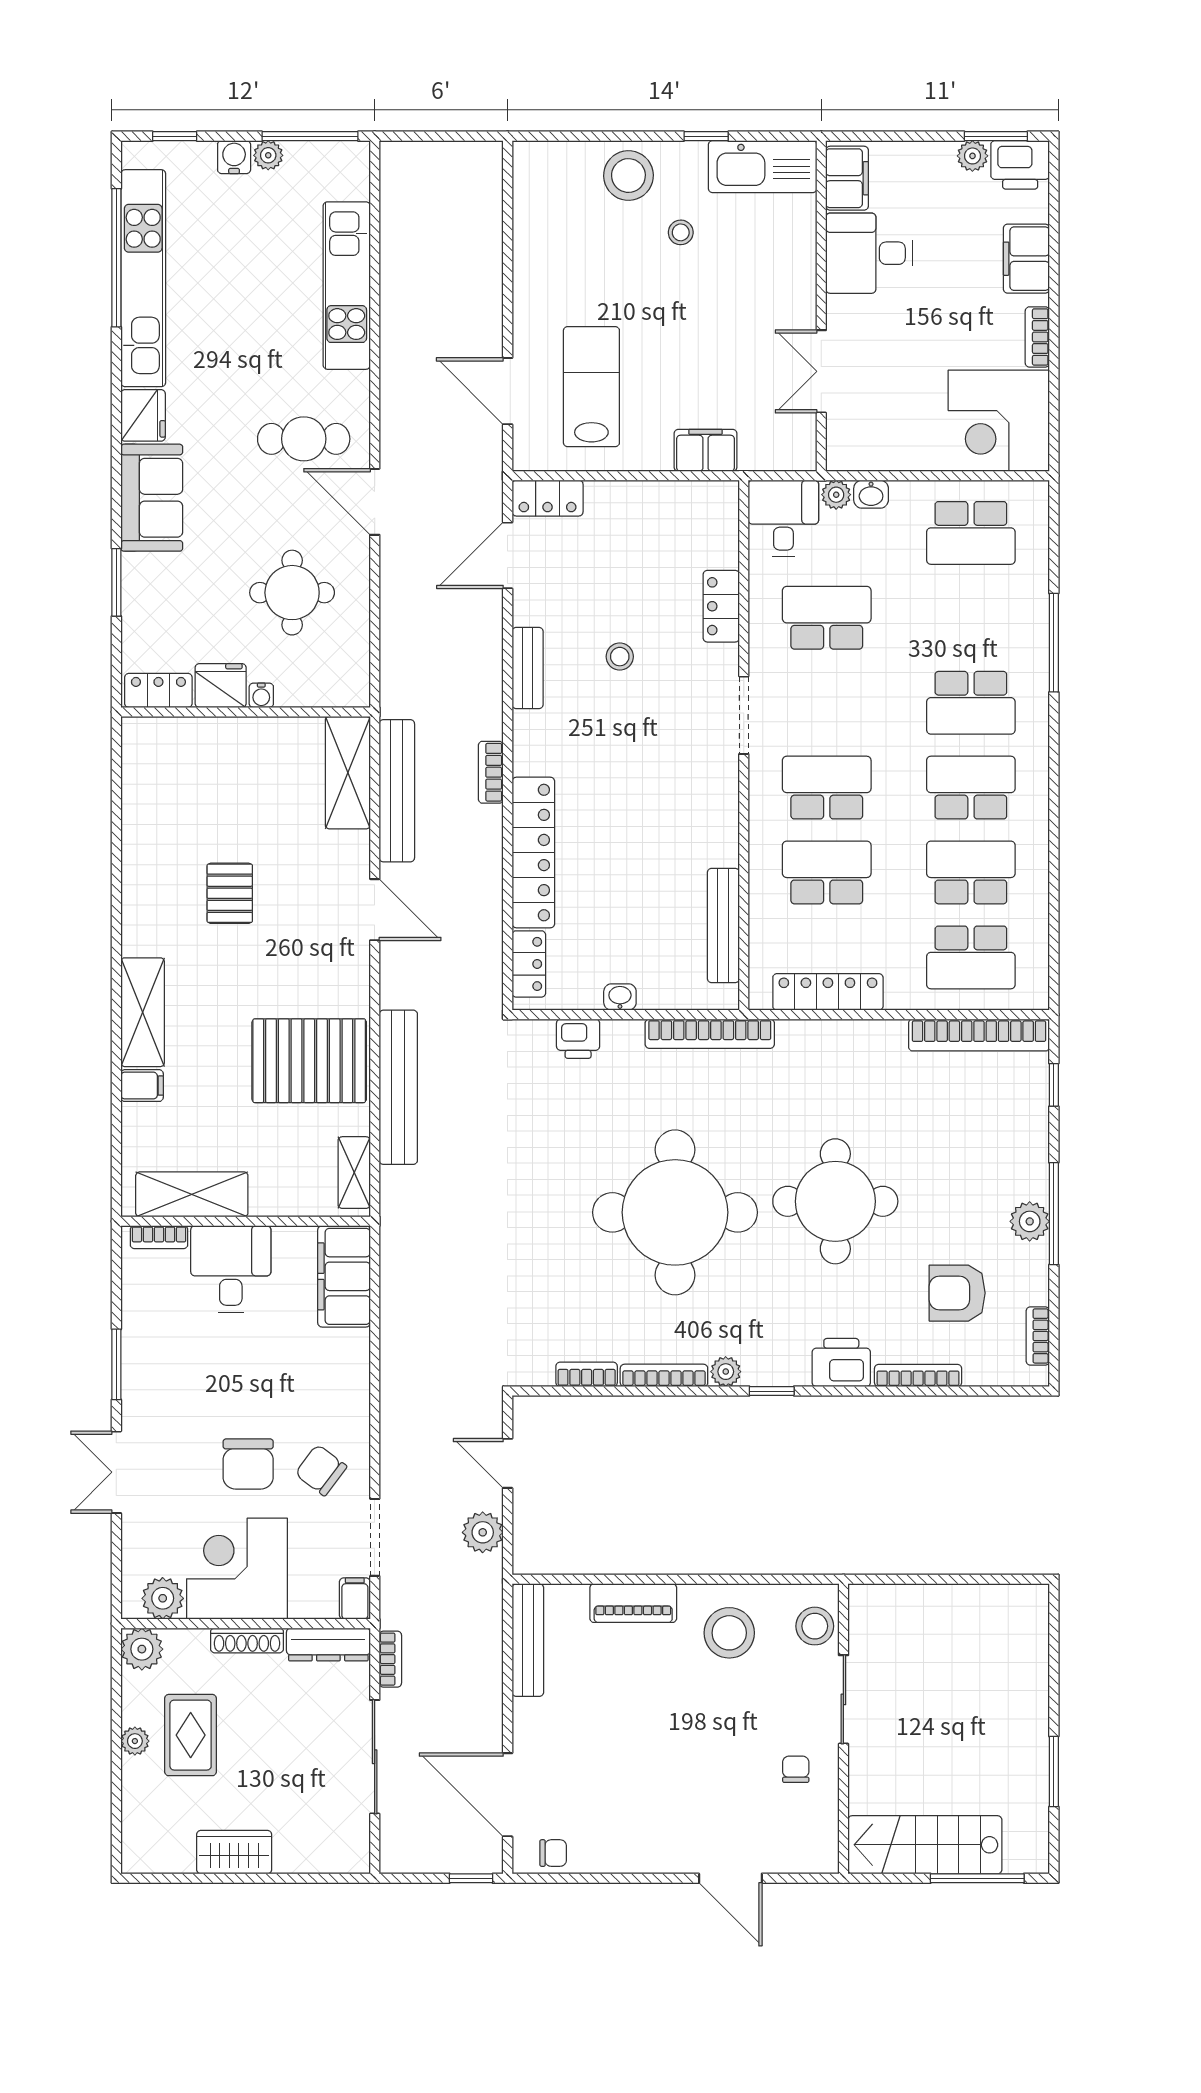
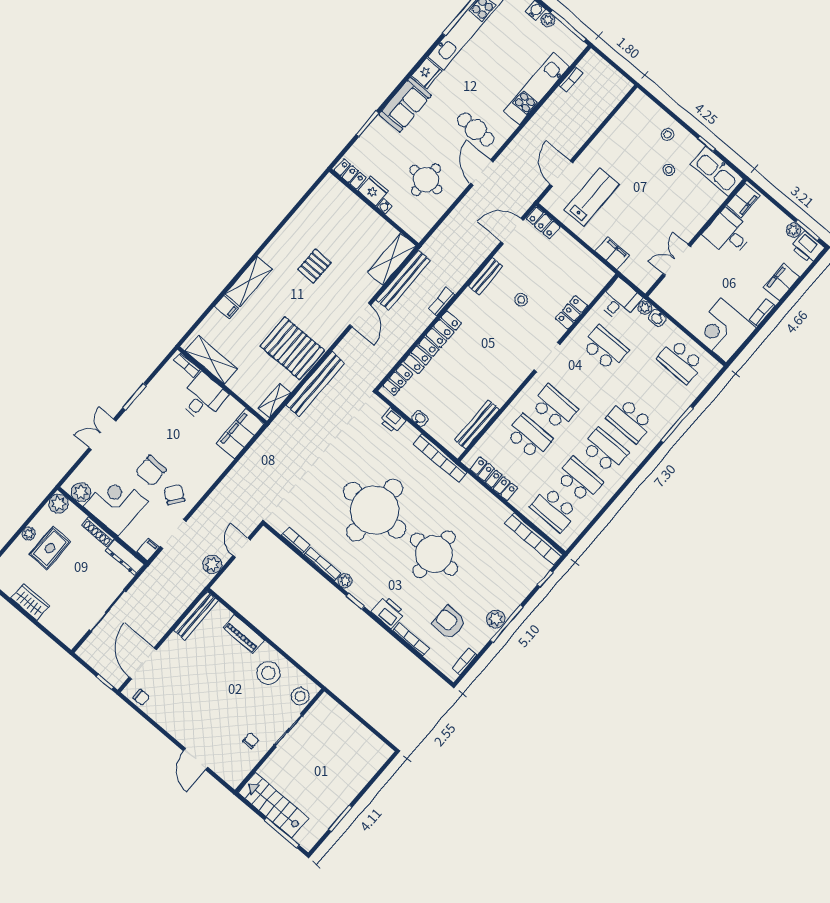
stool: (628, 176) -> (668, 134), width x0.53, depth x0.53
bookcase: (390, 1659) -> (571, 79), moved

